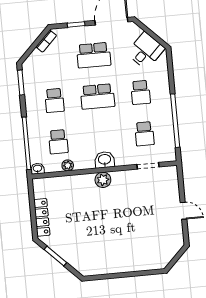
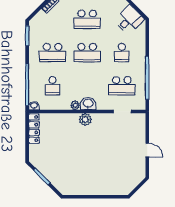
school desk: (54, 100) -> (53, 53), width x1.85
school desk: (144, 134) -> (122, 86), width x1.85
plant: (68, 165) -> (75, 105), moved
locker: (42, 217) -> (34, 129), moved

